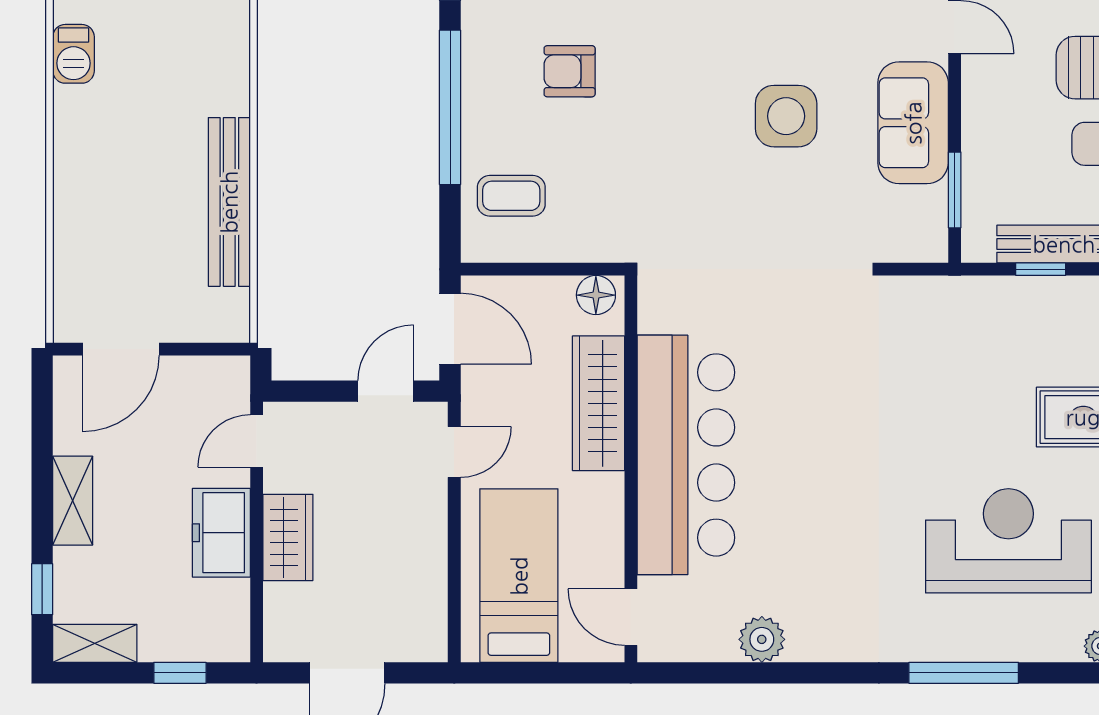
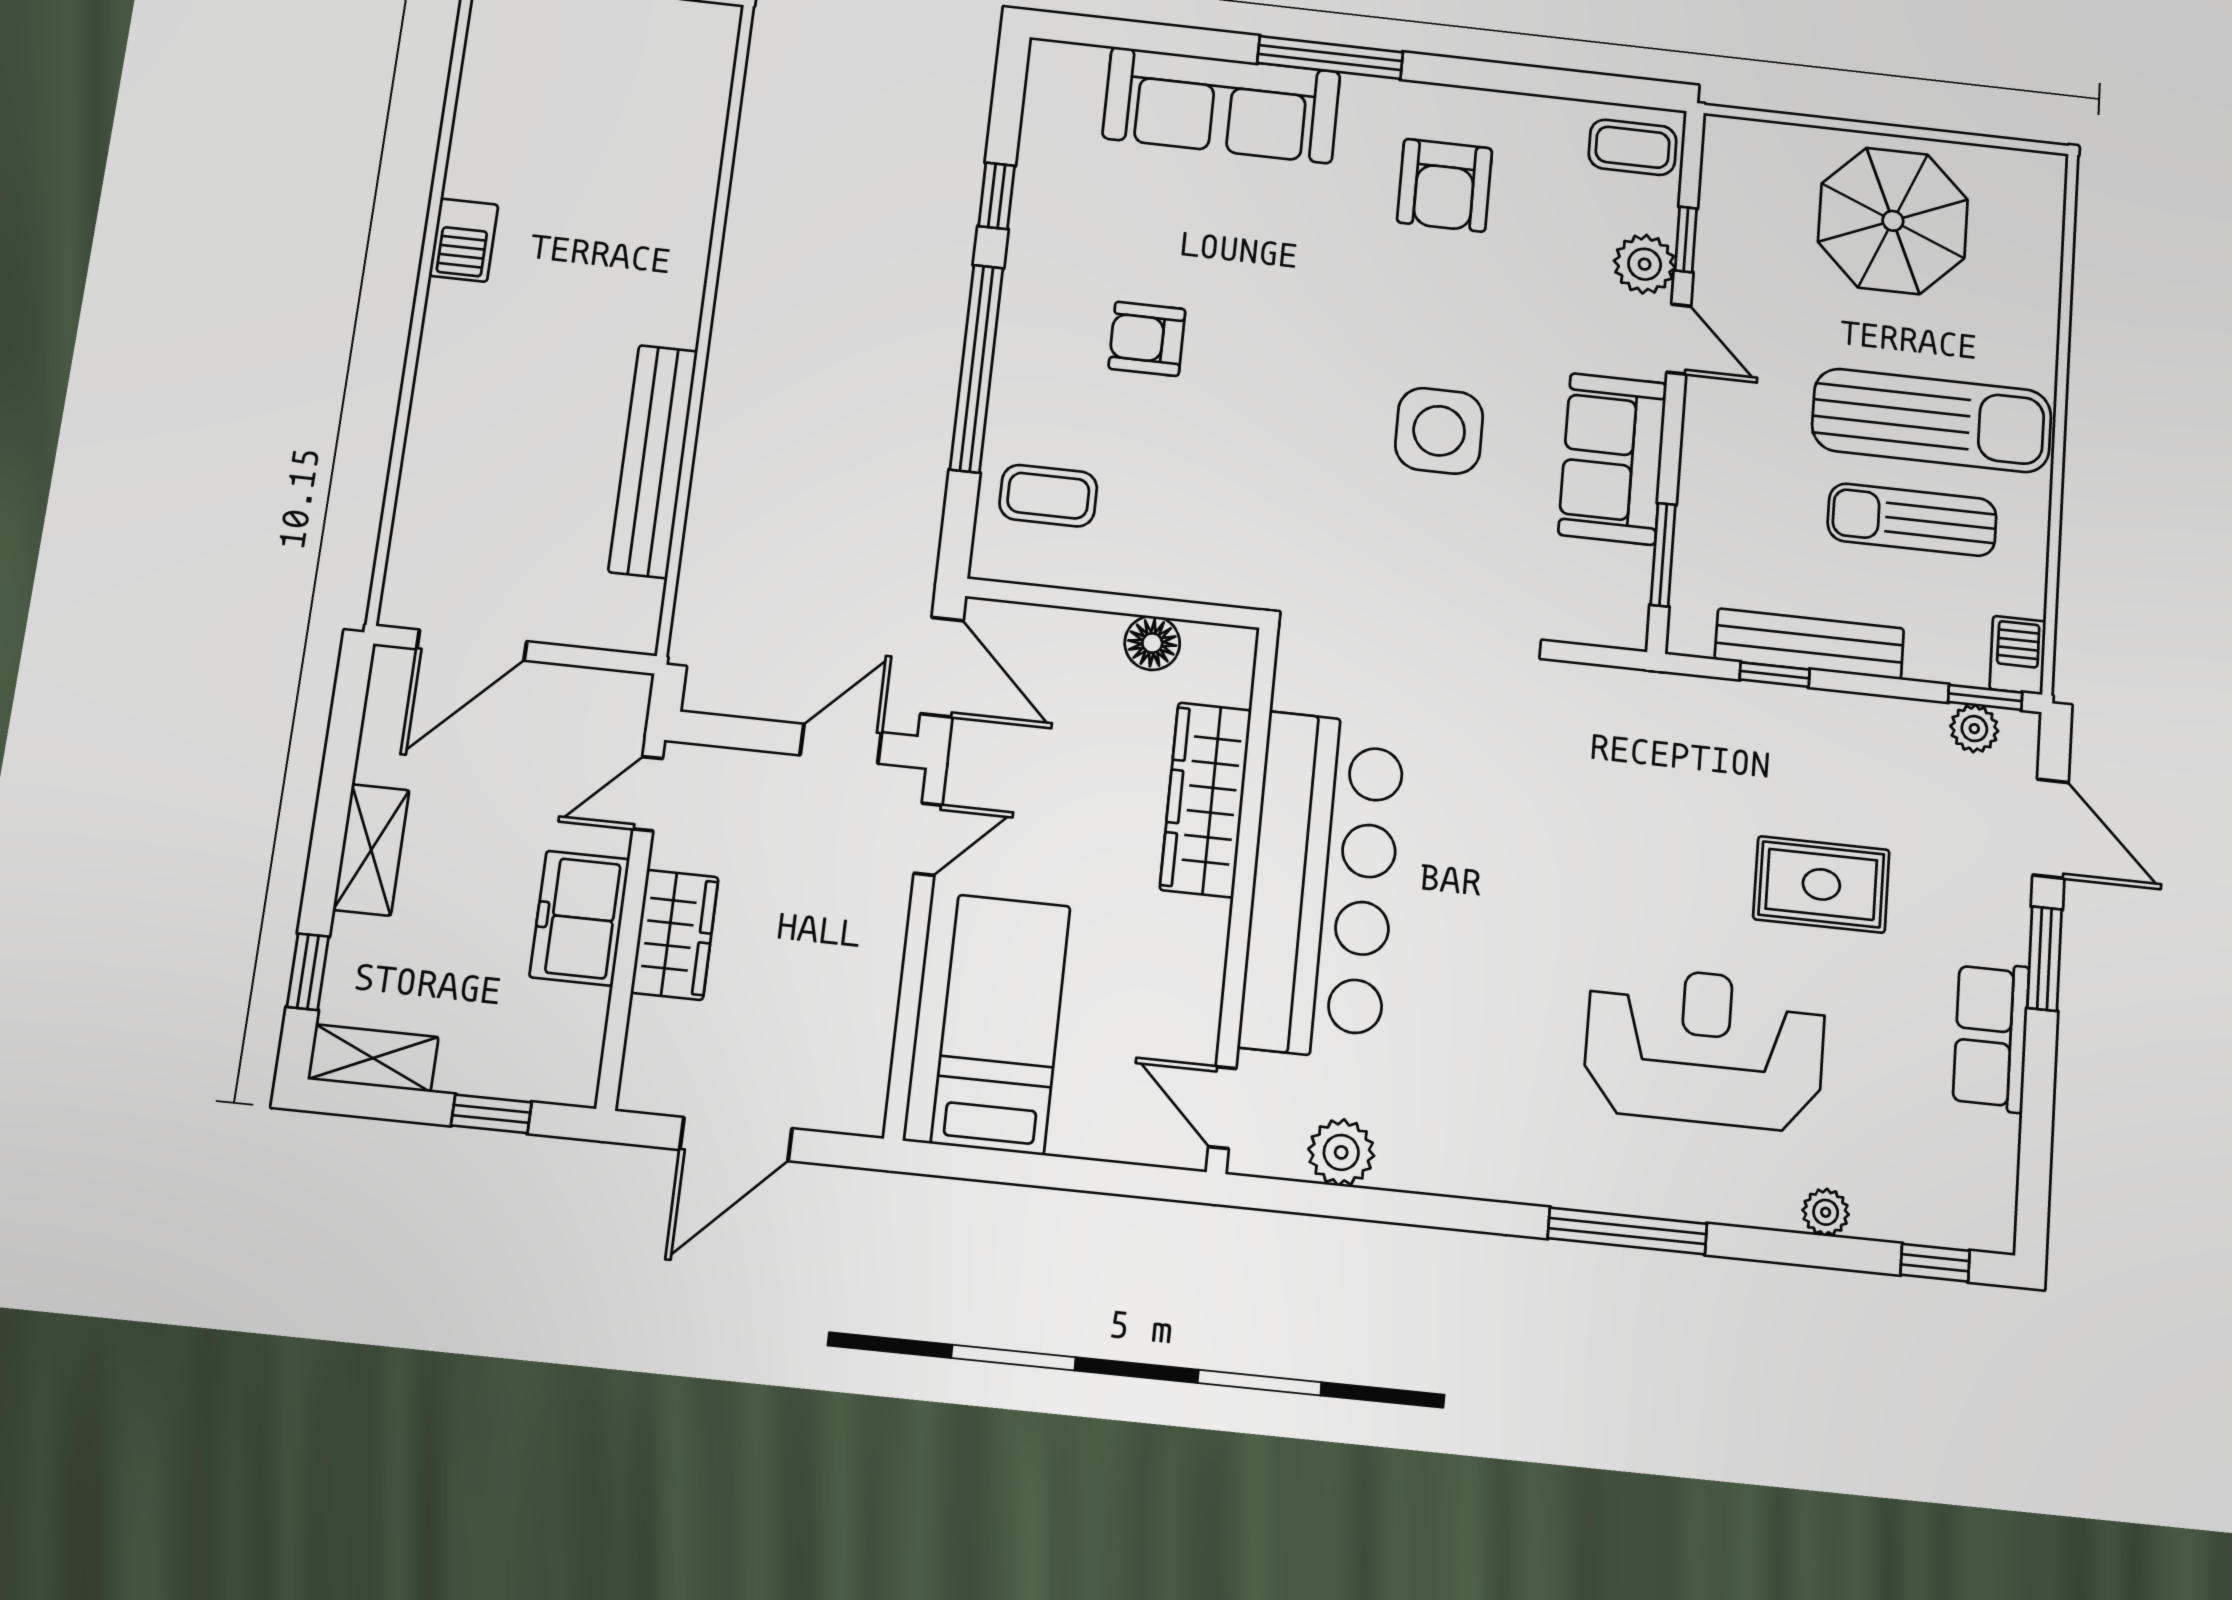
wardrobe: (598, 403) -> (1206, 800), moved
bar counter: (686, 455) -> (1323, 885), moved
wall: (631, 469) -> (1243, 896), moved
door: (631, 617) -> (1222, 1108), moved

